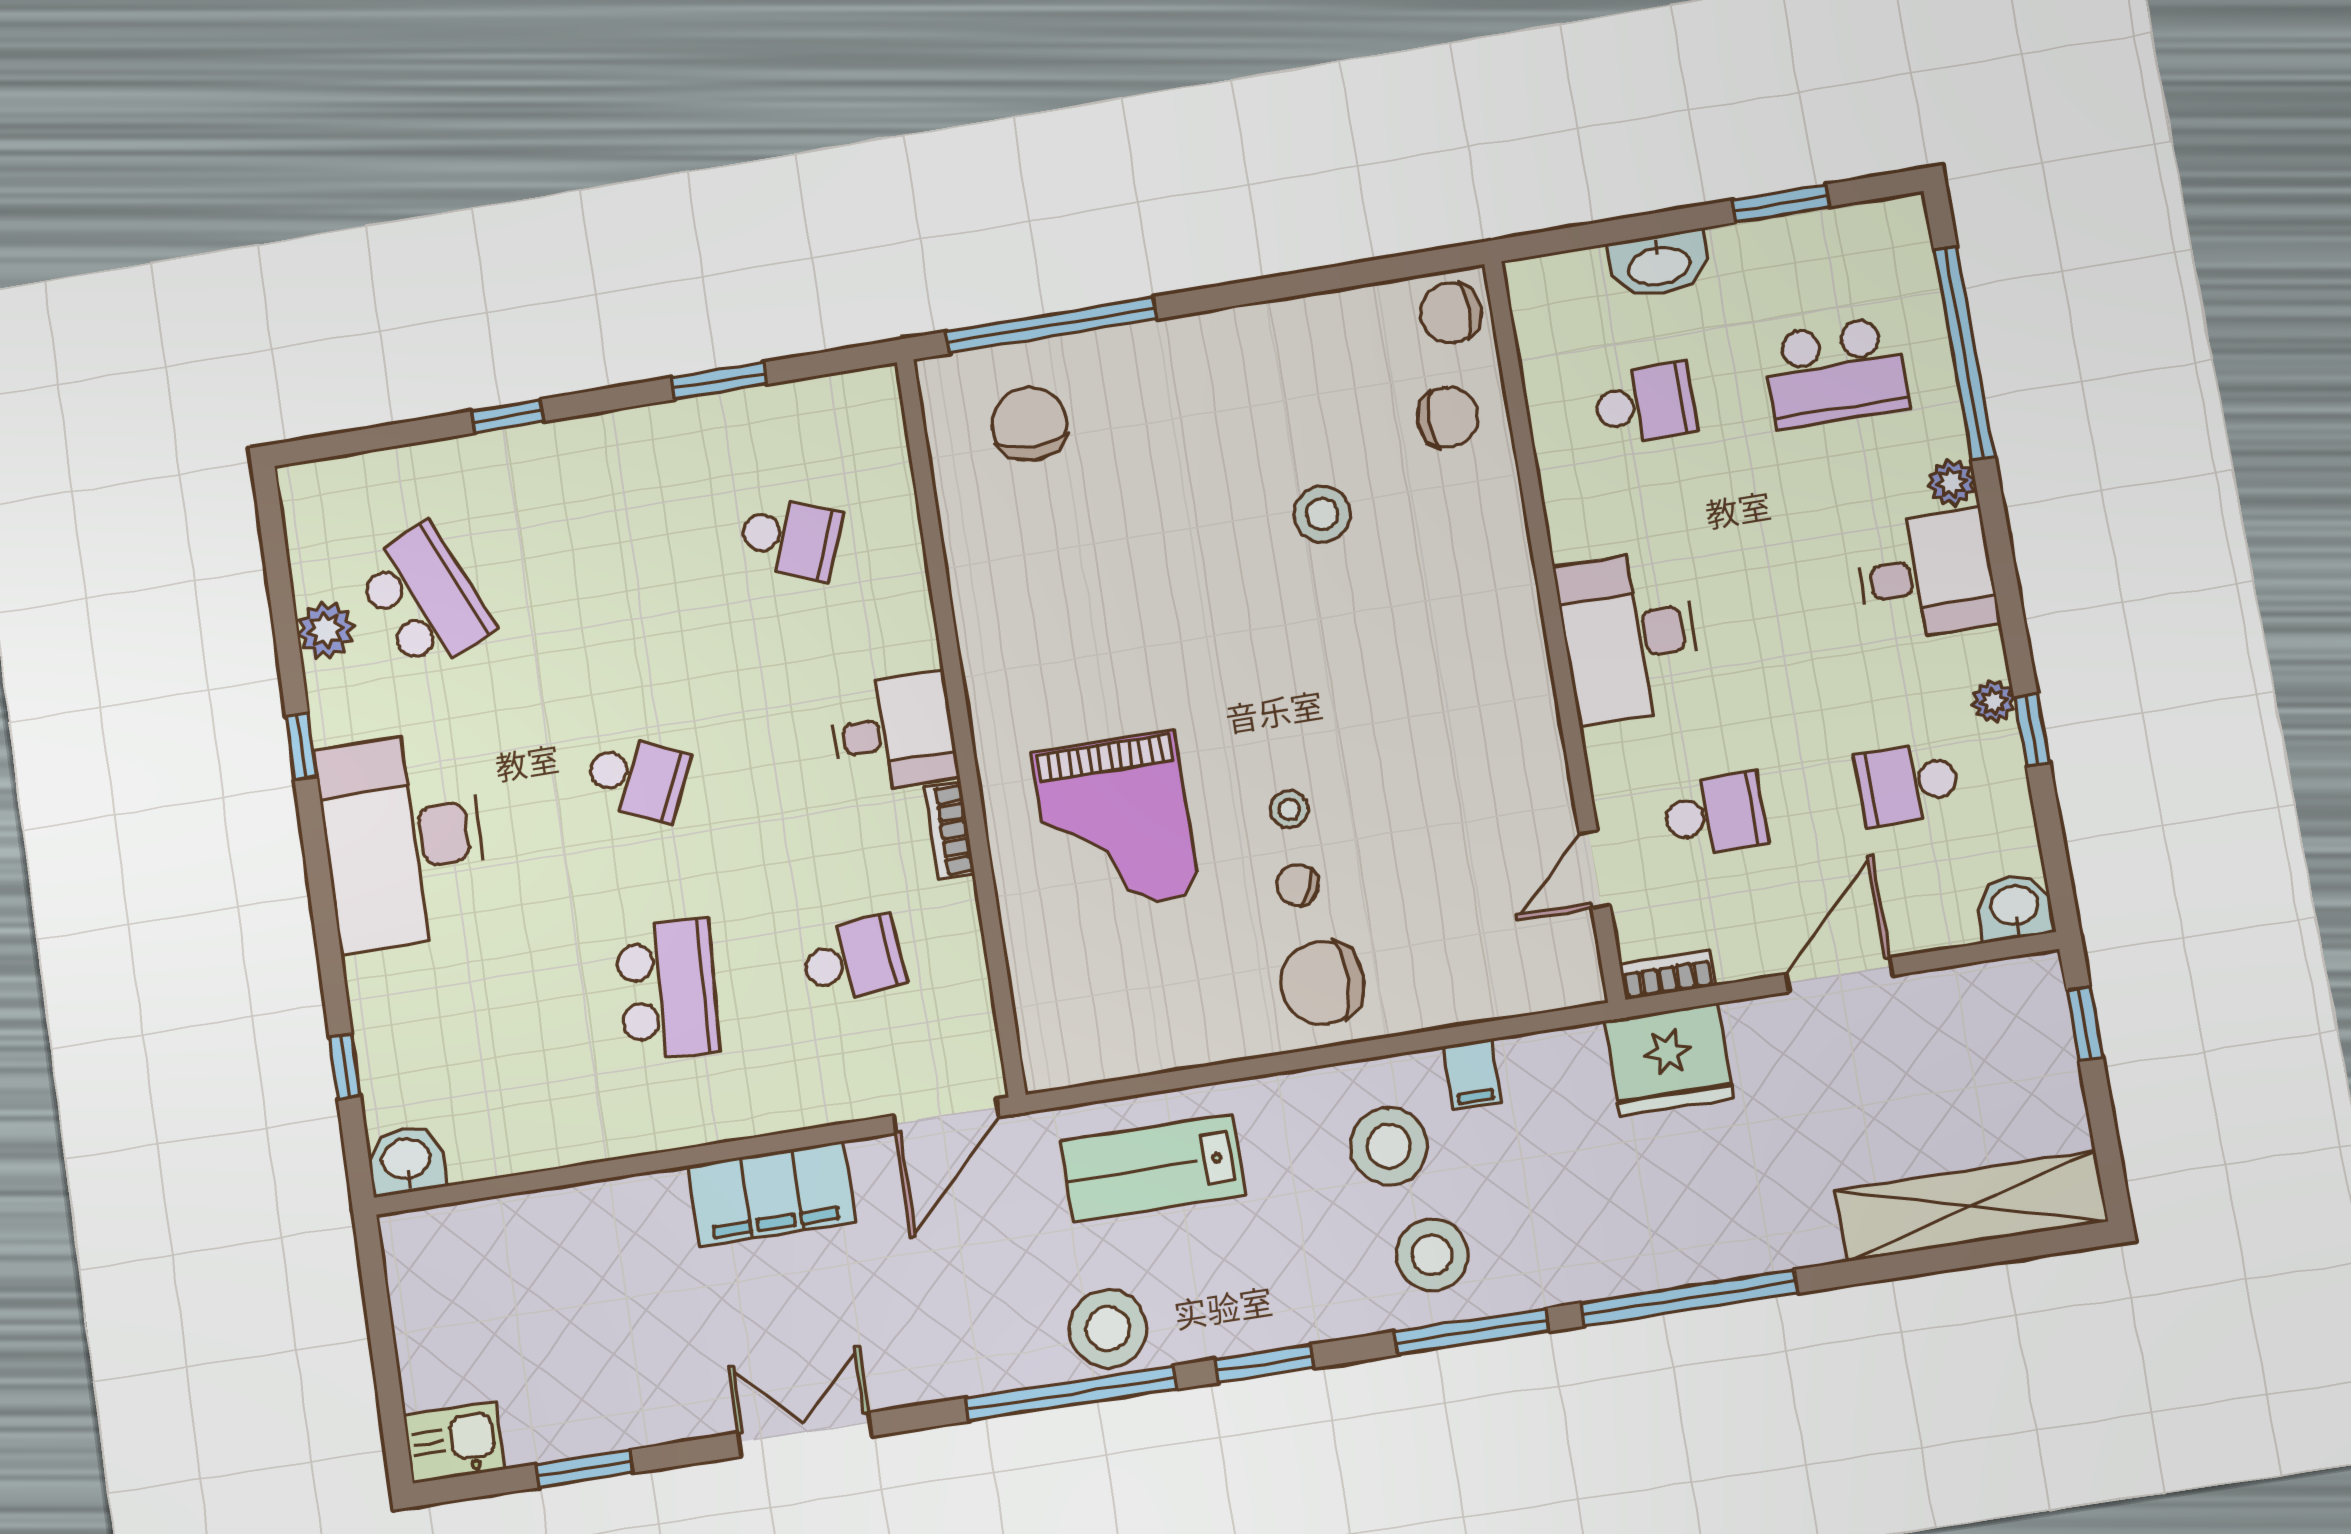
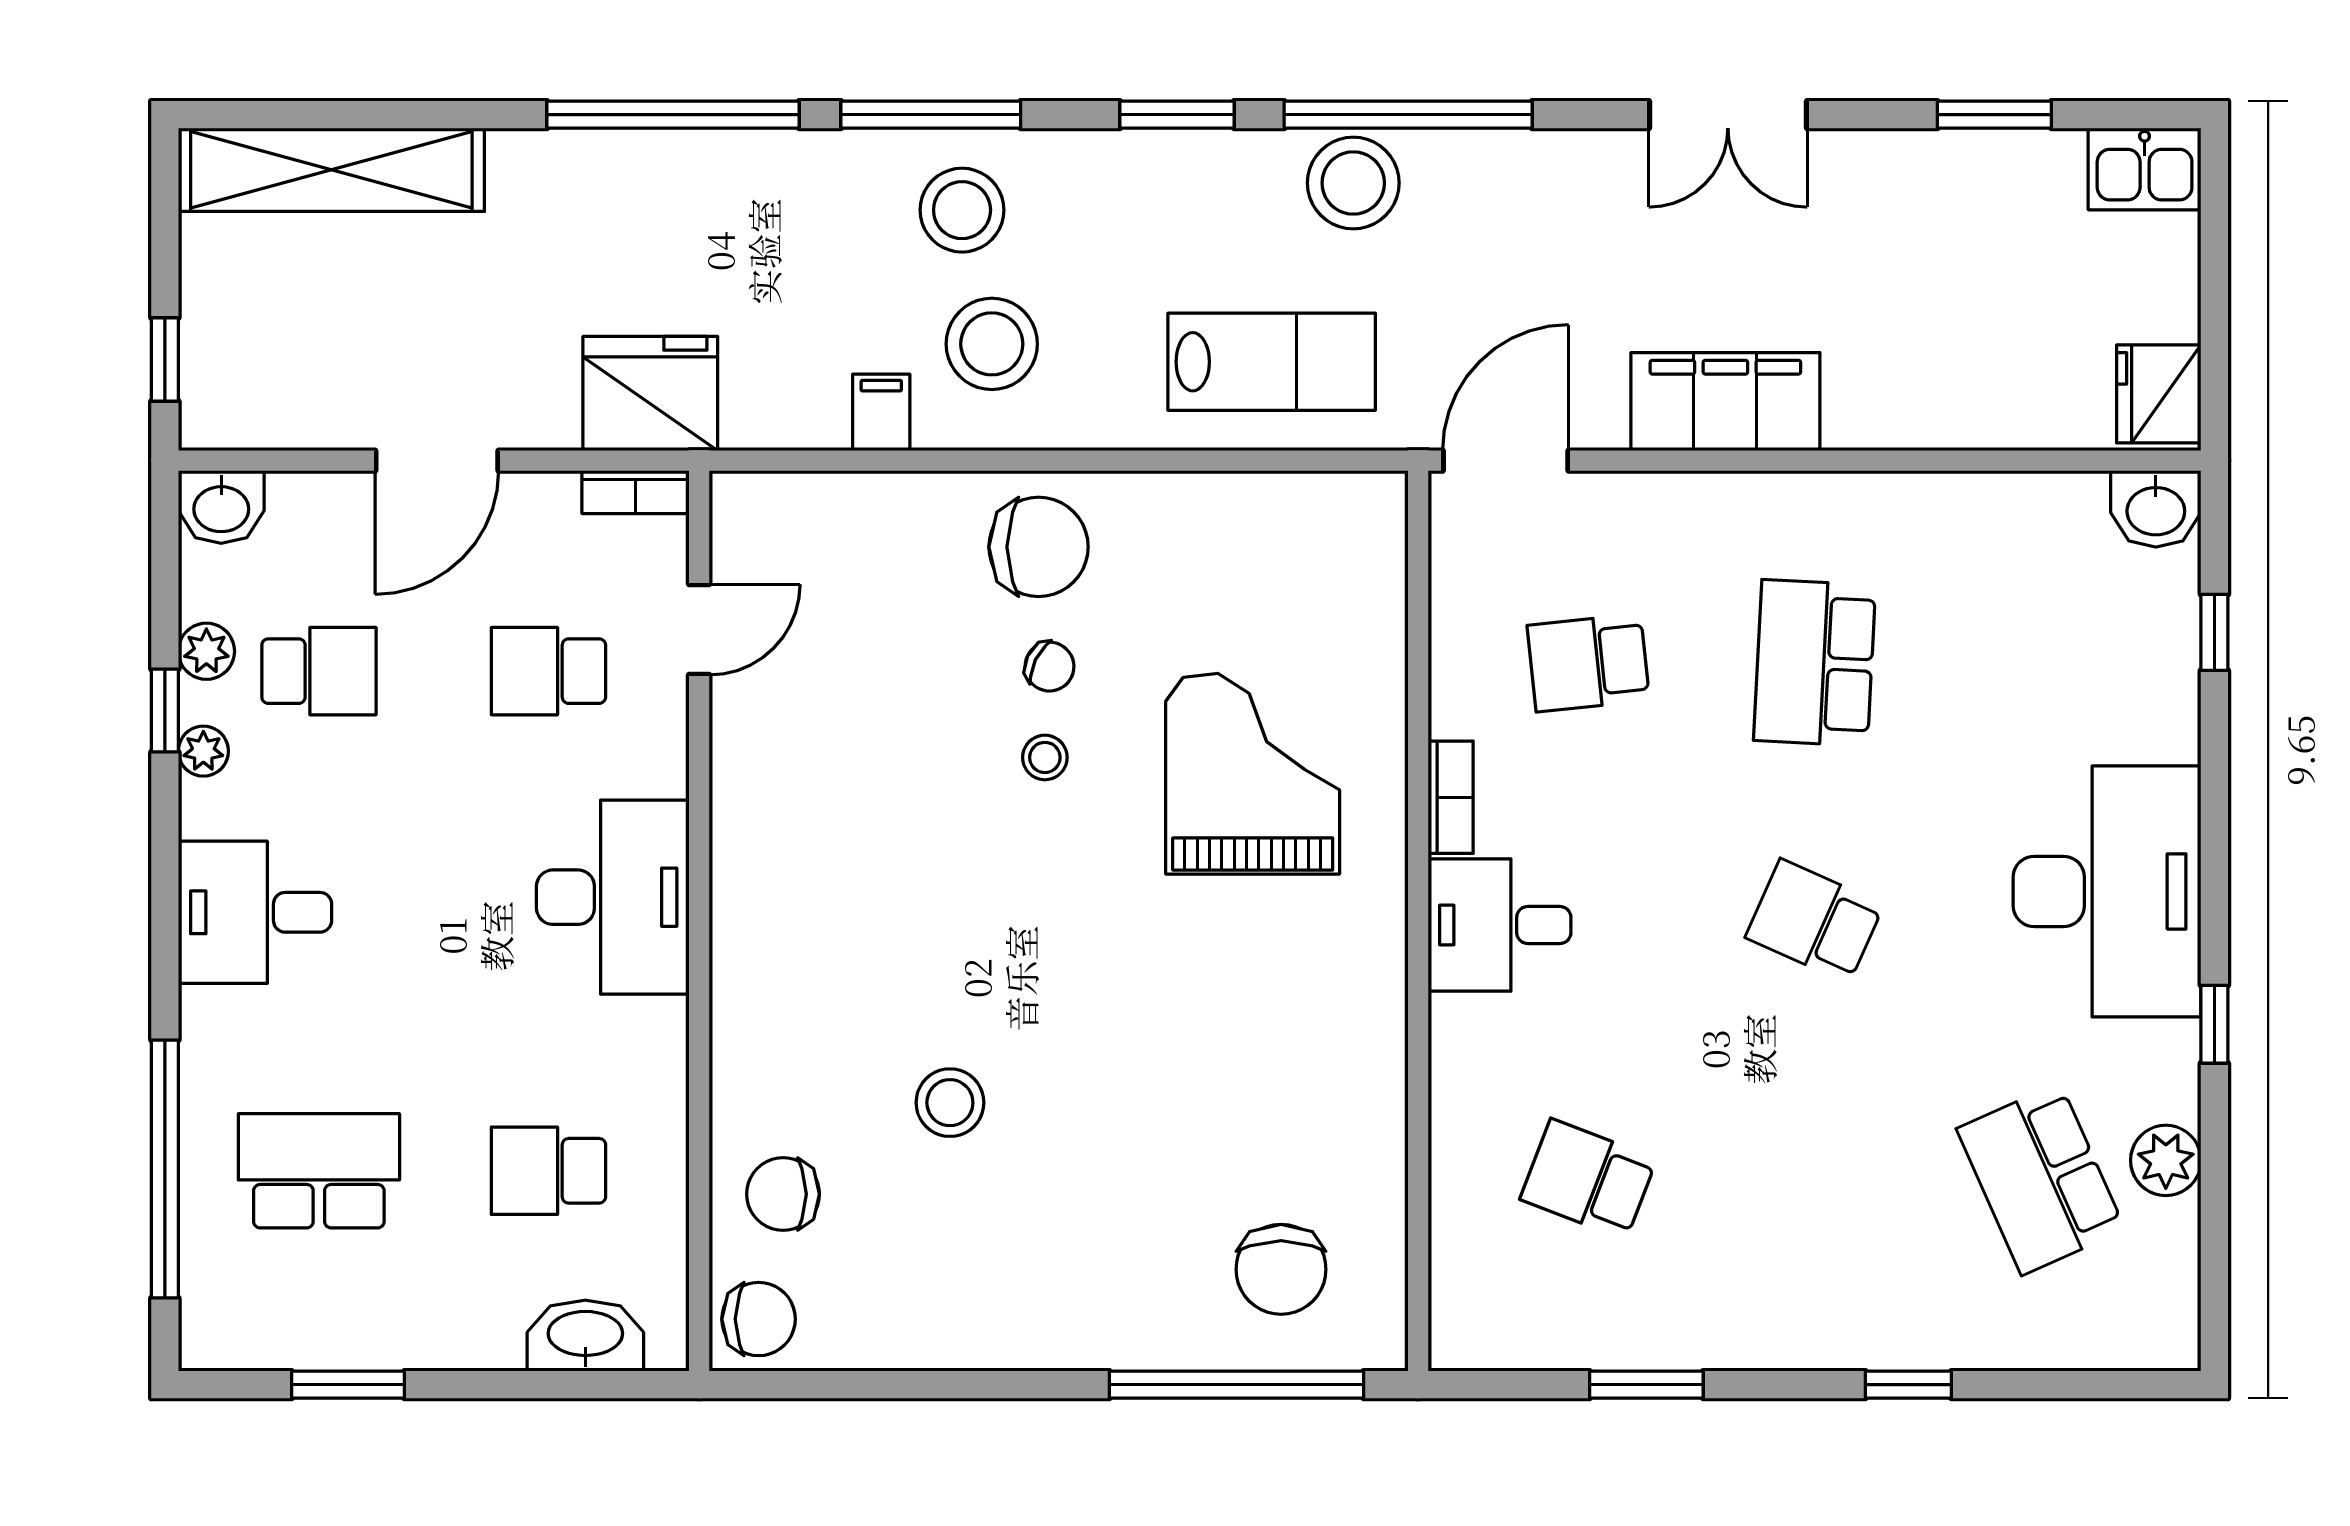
washbasin: (1659, 264) -> (585, 1336), moved
plant: (1952, 483) -> (206, 651), moved
fridge: (417, 1256) -> (2159, 394), added

